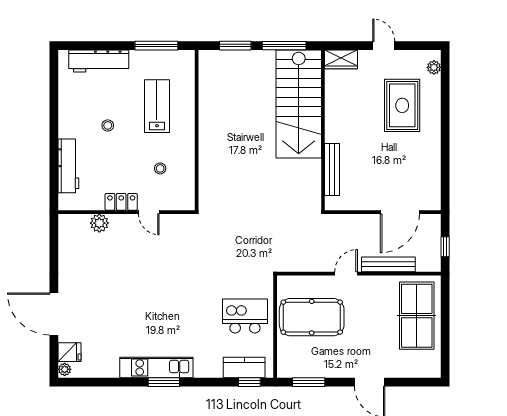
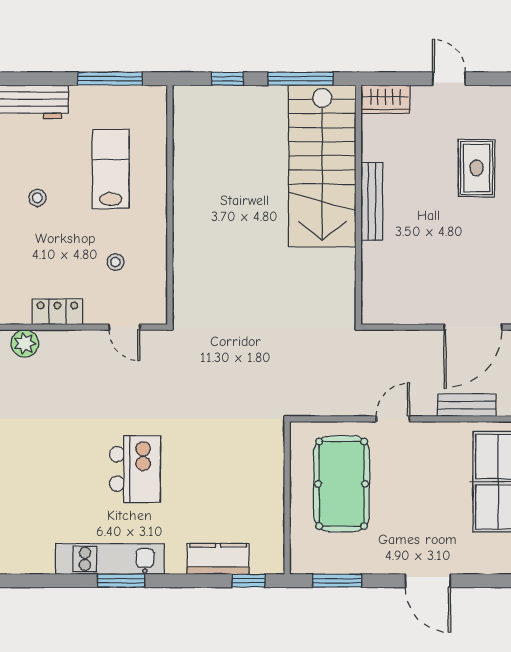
window: (235, 46) -> (228, 79), width x0.67
rug: (402, 105) -> (477, 168), width x0.73, depth x0.70
bench: (332, 169) -> (372, 201), moved
door: (149, 212) -> (124, 327), moved
bench: (388, 264) -> (467, 405), width x0.73
kitchen island: (245, 316) -> (135, 469), moved, turned 90
pool table: (312, 317) -> (342, 484), turned 90
kitchen counter: (244, 367) -> (218, 559), moved

